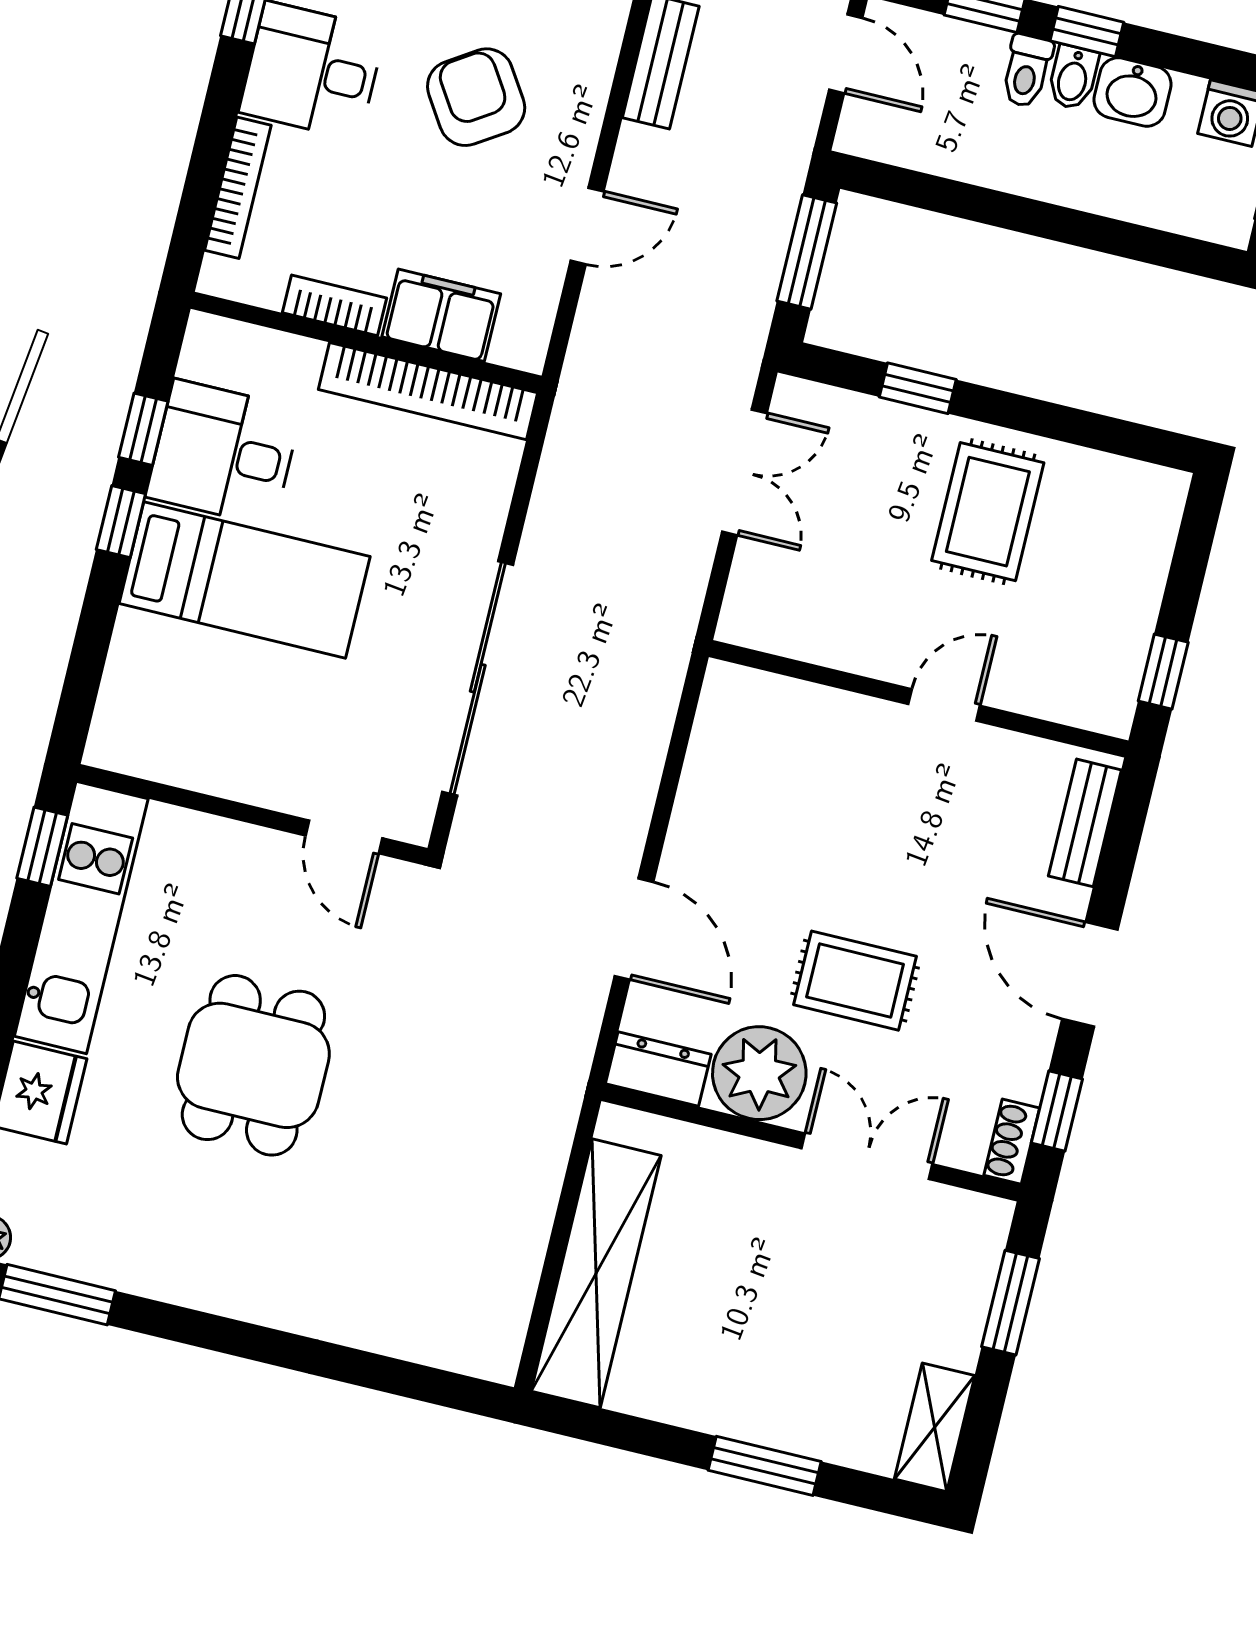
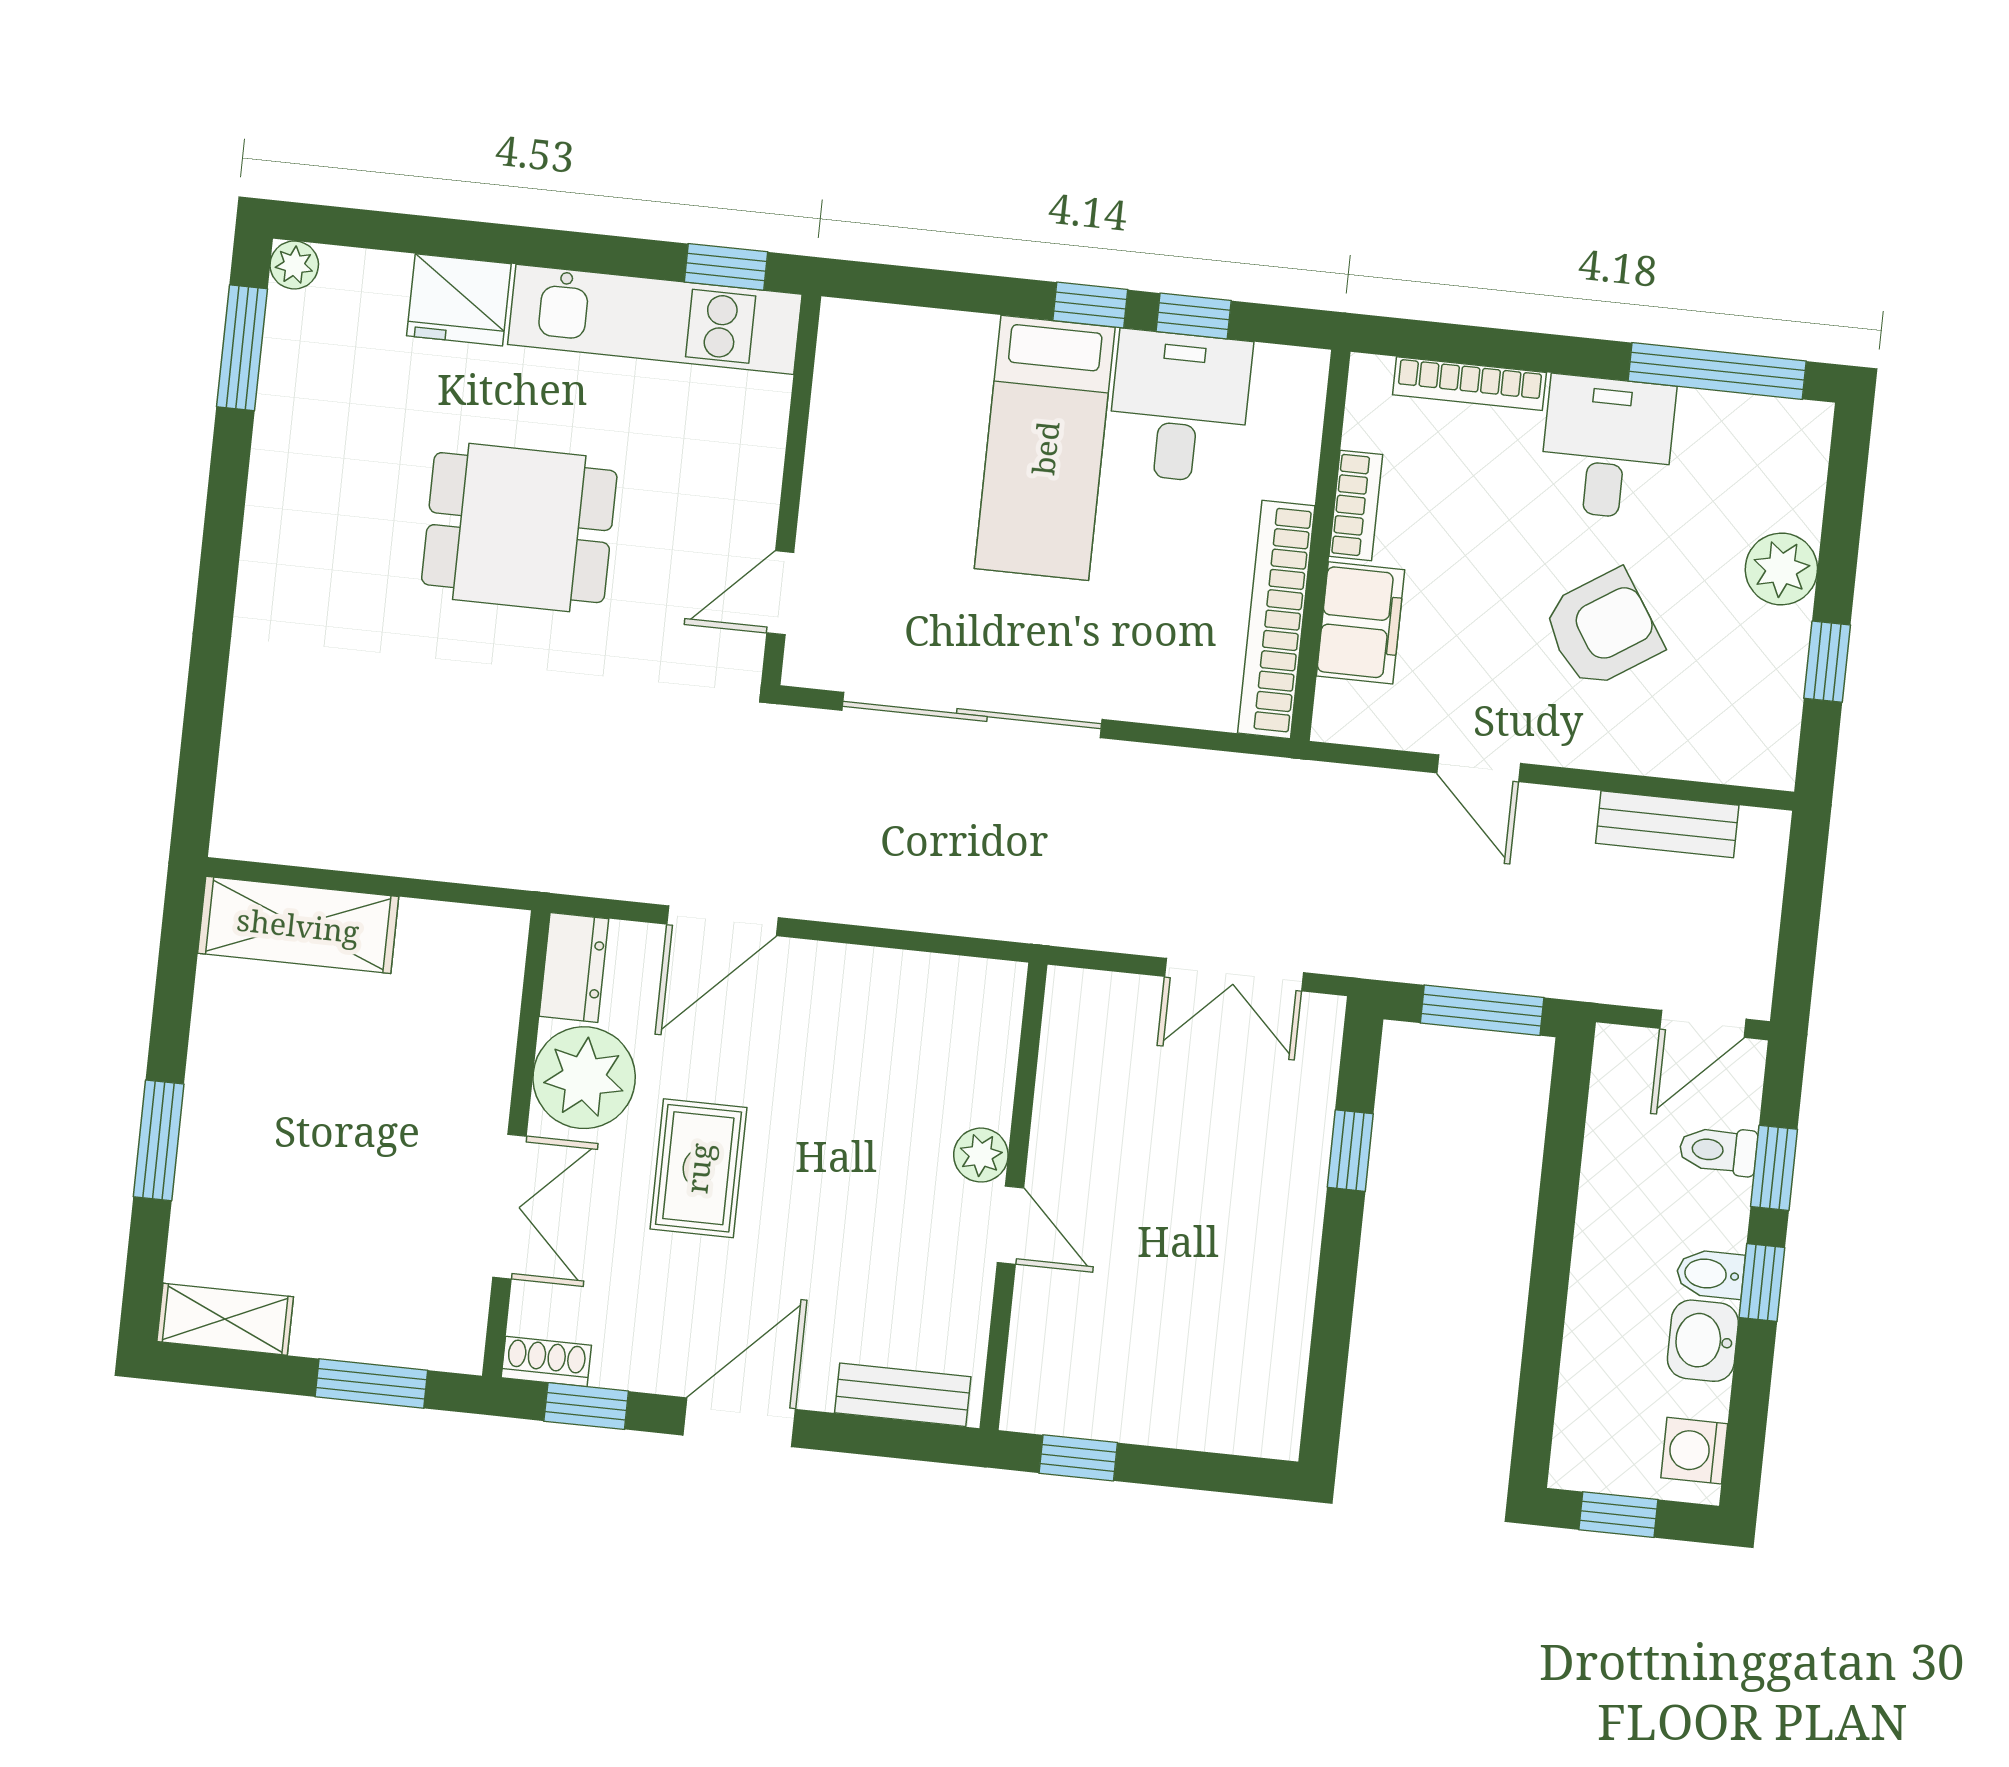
toilet: (1027, 71) -> (1718, 1150), moved
rug: (988, 512) -> (1227, 1244), removed
plant: (877, 723) -> (981, 1155), added
shelving: (596, 1273) -> (298, 925), width x0.68

